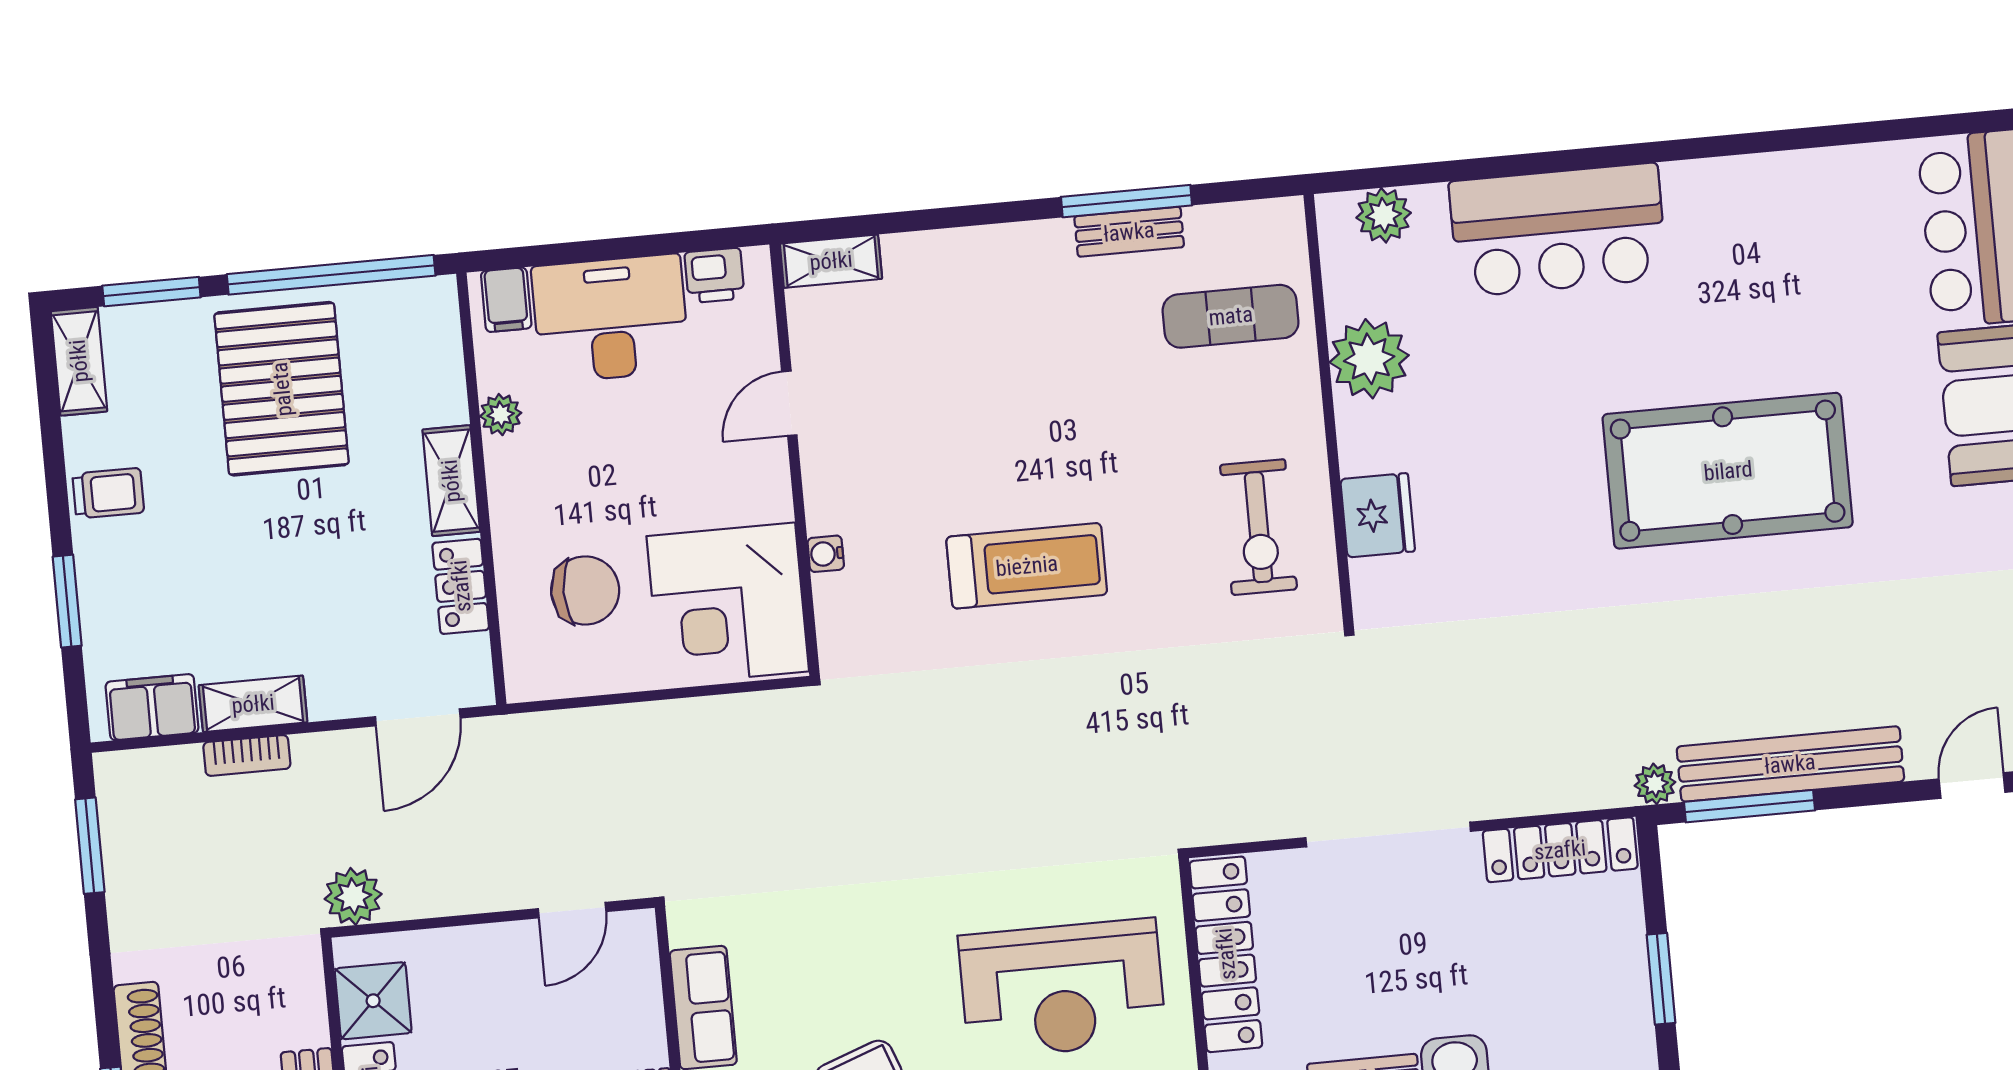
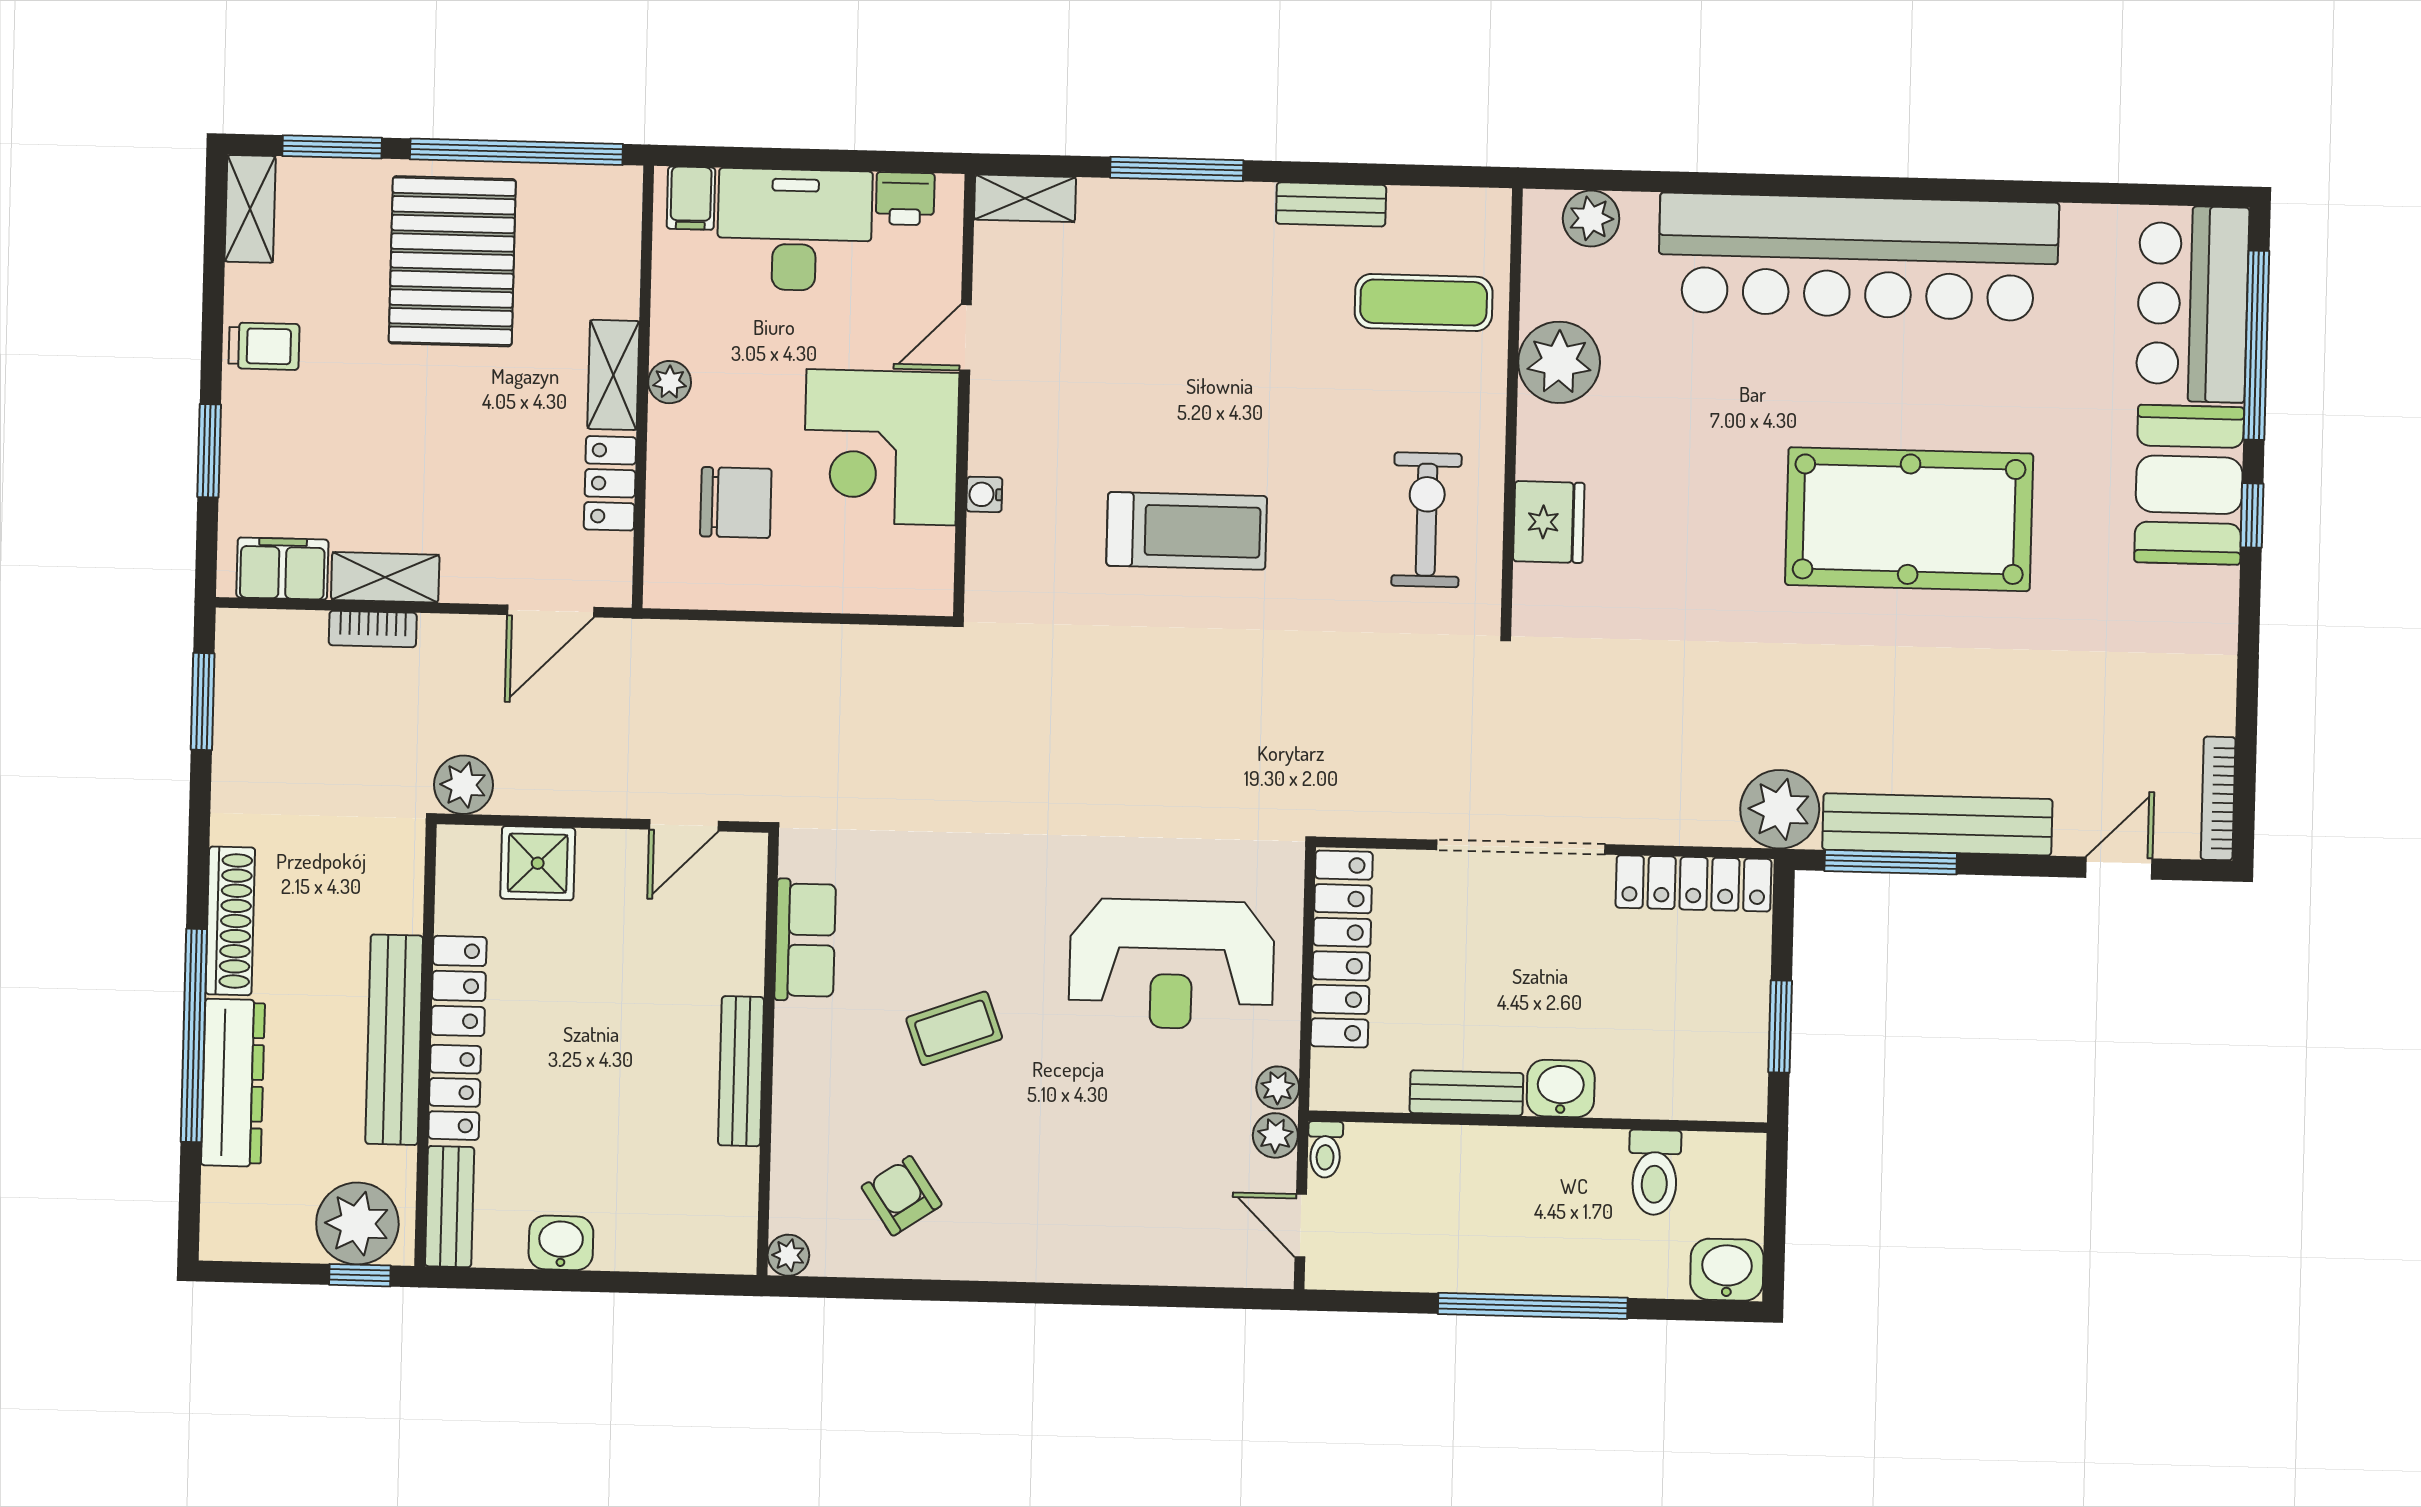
window: (1127, 201) -> (1177, 169), moved
bar counter: (1558, 230) -> (1858, 257), width x1.86
plant: (501, 415) -> (670, 382), moved
exercise bike: (1258, 527) -> (1426, 520), turned 180
corner desk: (728, 604) -> (881, 447), moved
plant: (1655, 784) -> (1780, 809), width x1.88, depth x1.88
shower: (373, 1001) -> (538, 863), moved

